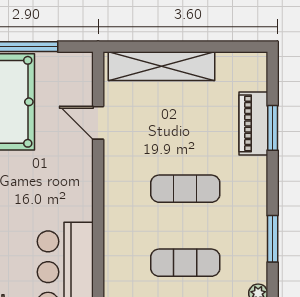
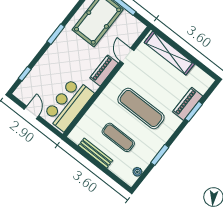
piano: (80, 175) -> (104, 71), added
exercise mat: (185, 189) -> (141, 108), width x1.36, depth x1.45

